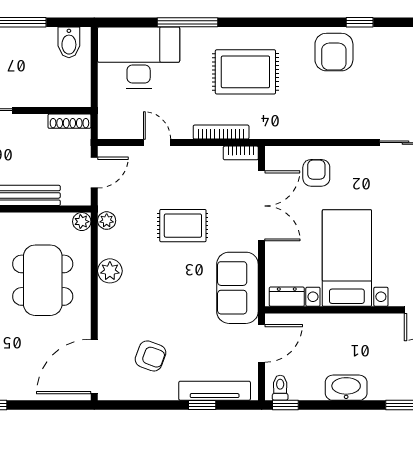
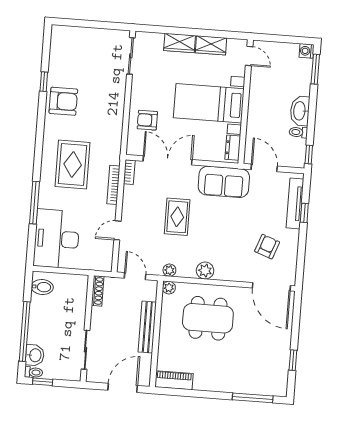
toilet: (280, 388) -> (298, 132), moved

